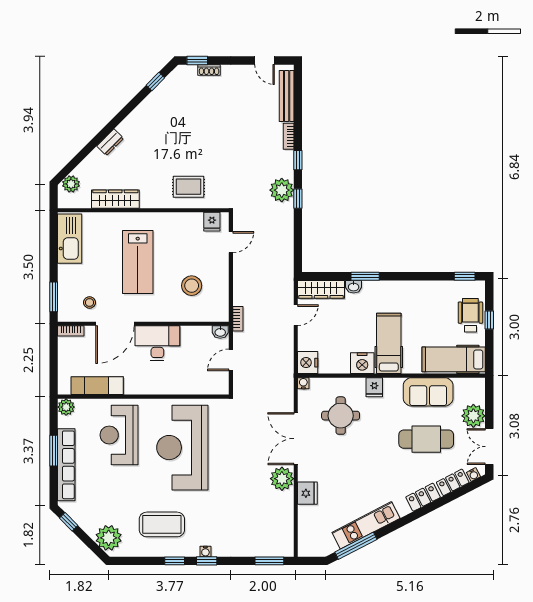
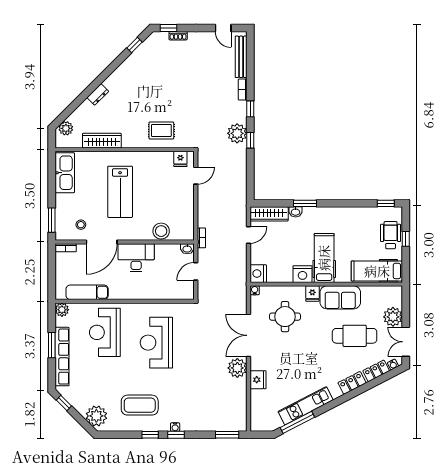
stool: (192, 286) -> (161, 231), moved
sofa: (428, 392) -> (340, 297), moved
reception desk: (182, 448) -> (156, 343), width x0.74, depth x0.77

